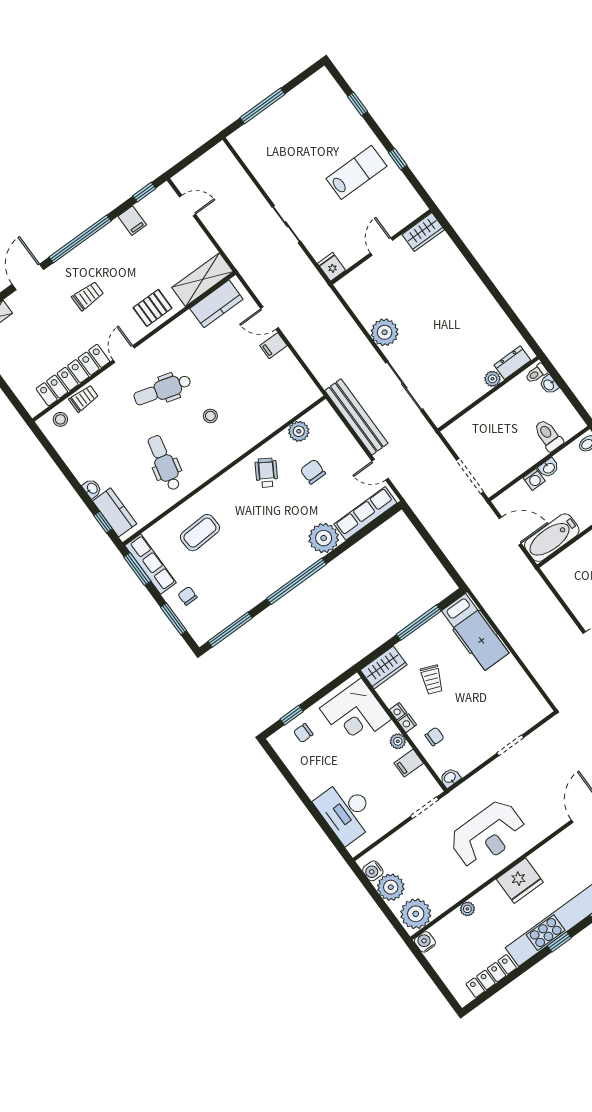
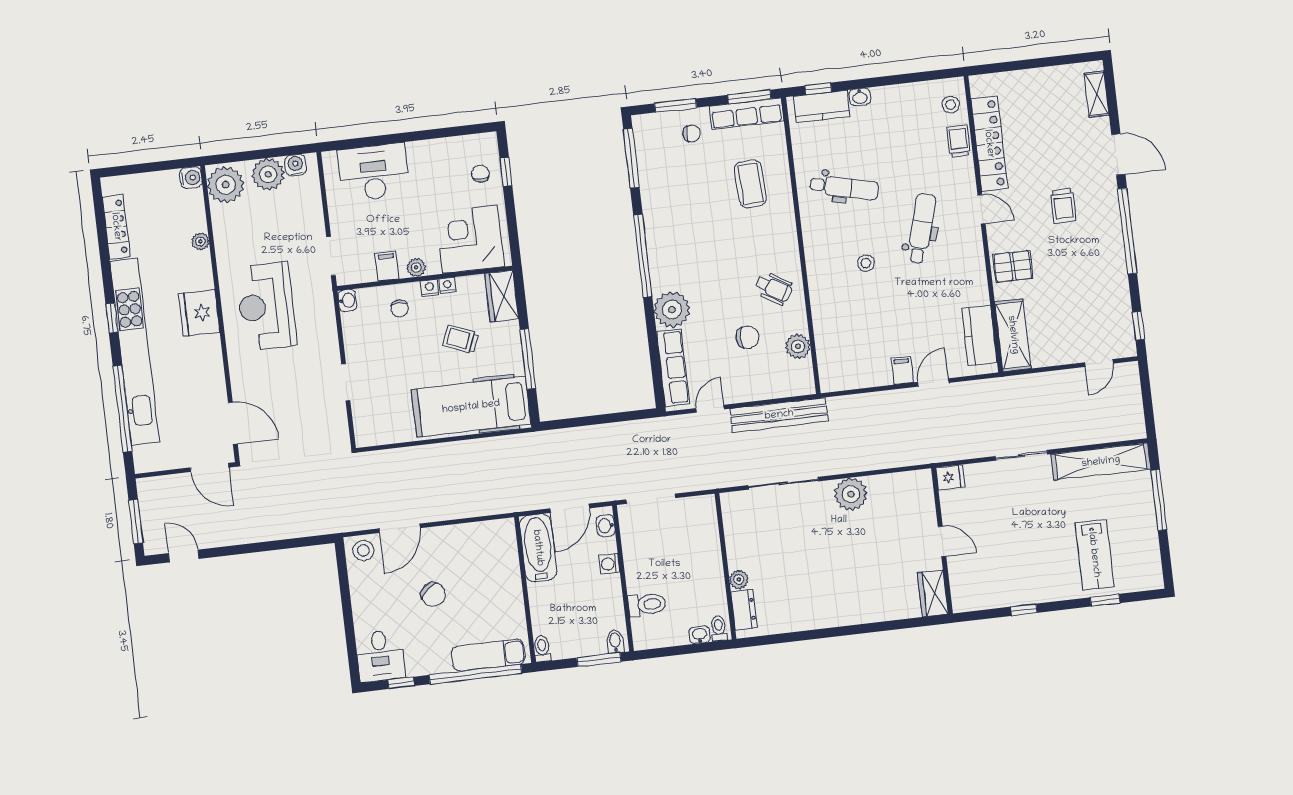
shelving: (258, 164) -> (1101, 462), added
lab bench: (356, 172) -> (1094, 555), moved
filing cabinet: (132, 221) -> (1116, 296), removed
pallet: (153, 308) -> (1013, 266), turned 90
trolley: (84, 398) -> (959, 141), turned 180
washbasin: (549, 468) -> (606, 526), moved
hospital bed: (475, 632) -> (471, 407), width x1.37, depth x1.29

